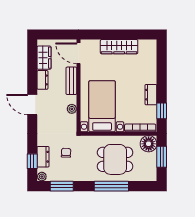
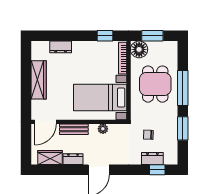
dresser: (151, 95) -> (61, 47), moved
plant: (42, 177) -> (173, 160), removed
window: (62, 186) -> (183, 128), moved

